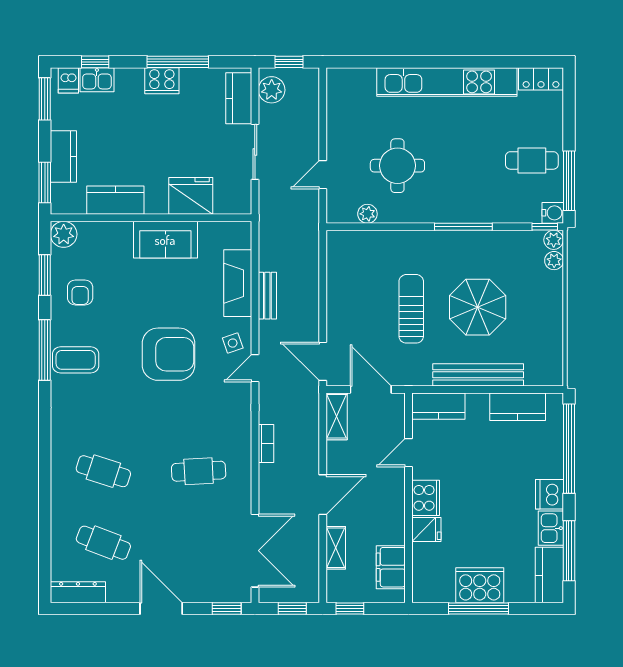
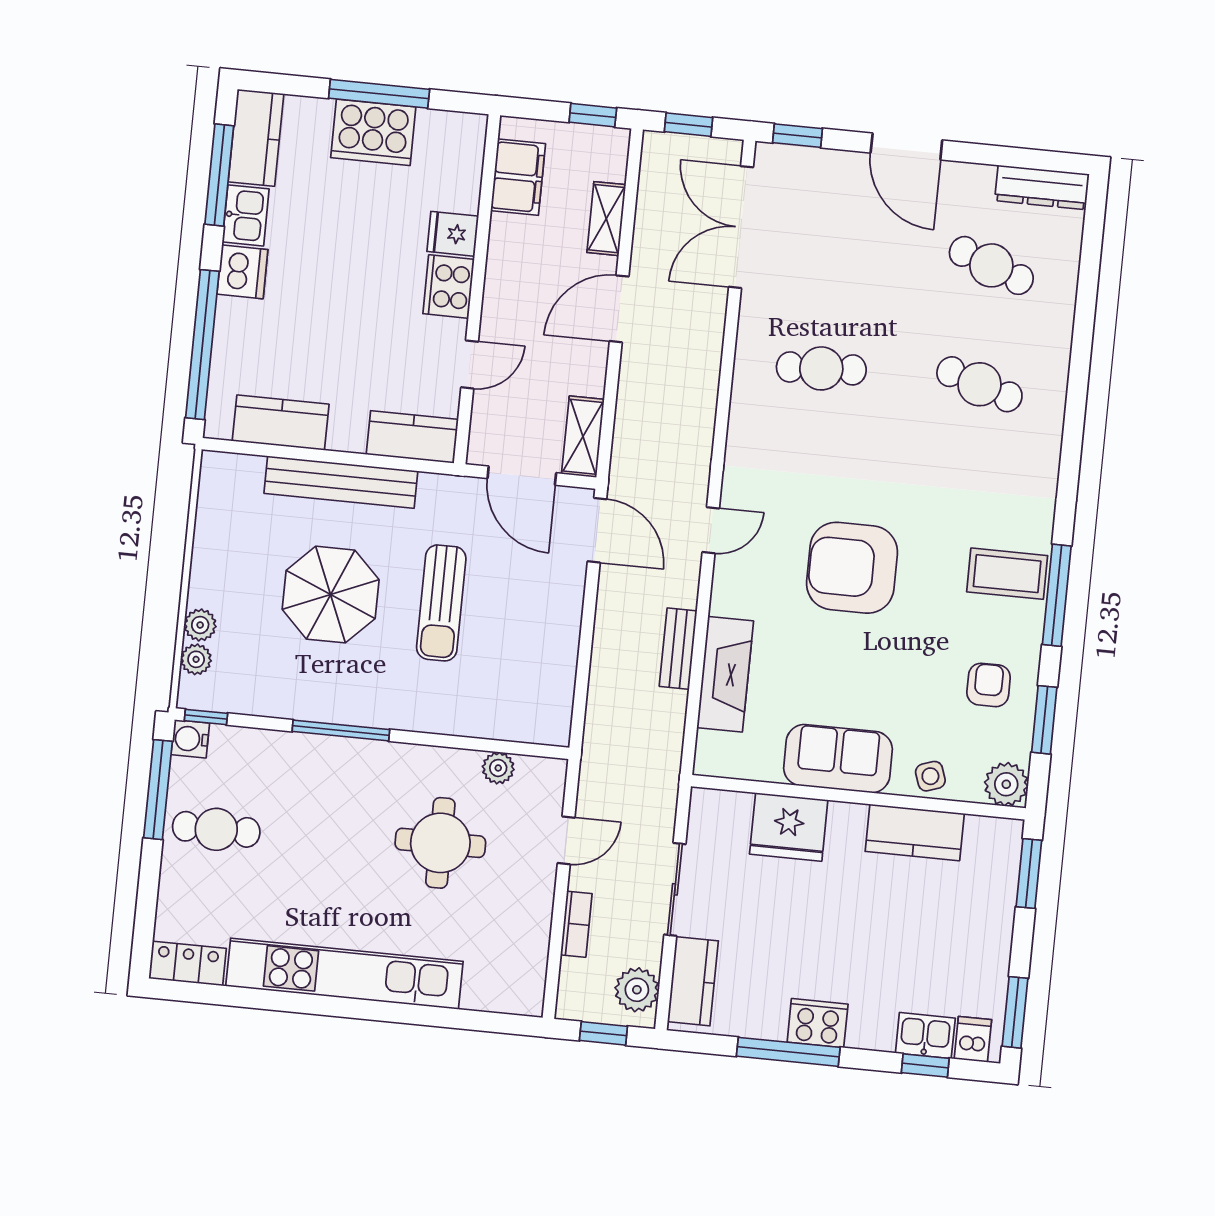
kitchen counter: (63, 156) -> (994, 914), removed
plant: (554, 240) -> (200, 625), moved
side table: (233, 343) -> (930, 776), moved
bookcase: (266, 443) -> (576, 924), moved, turned 180

